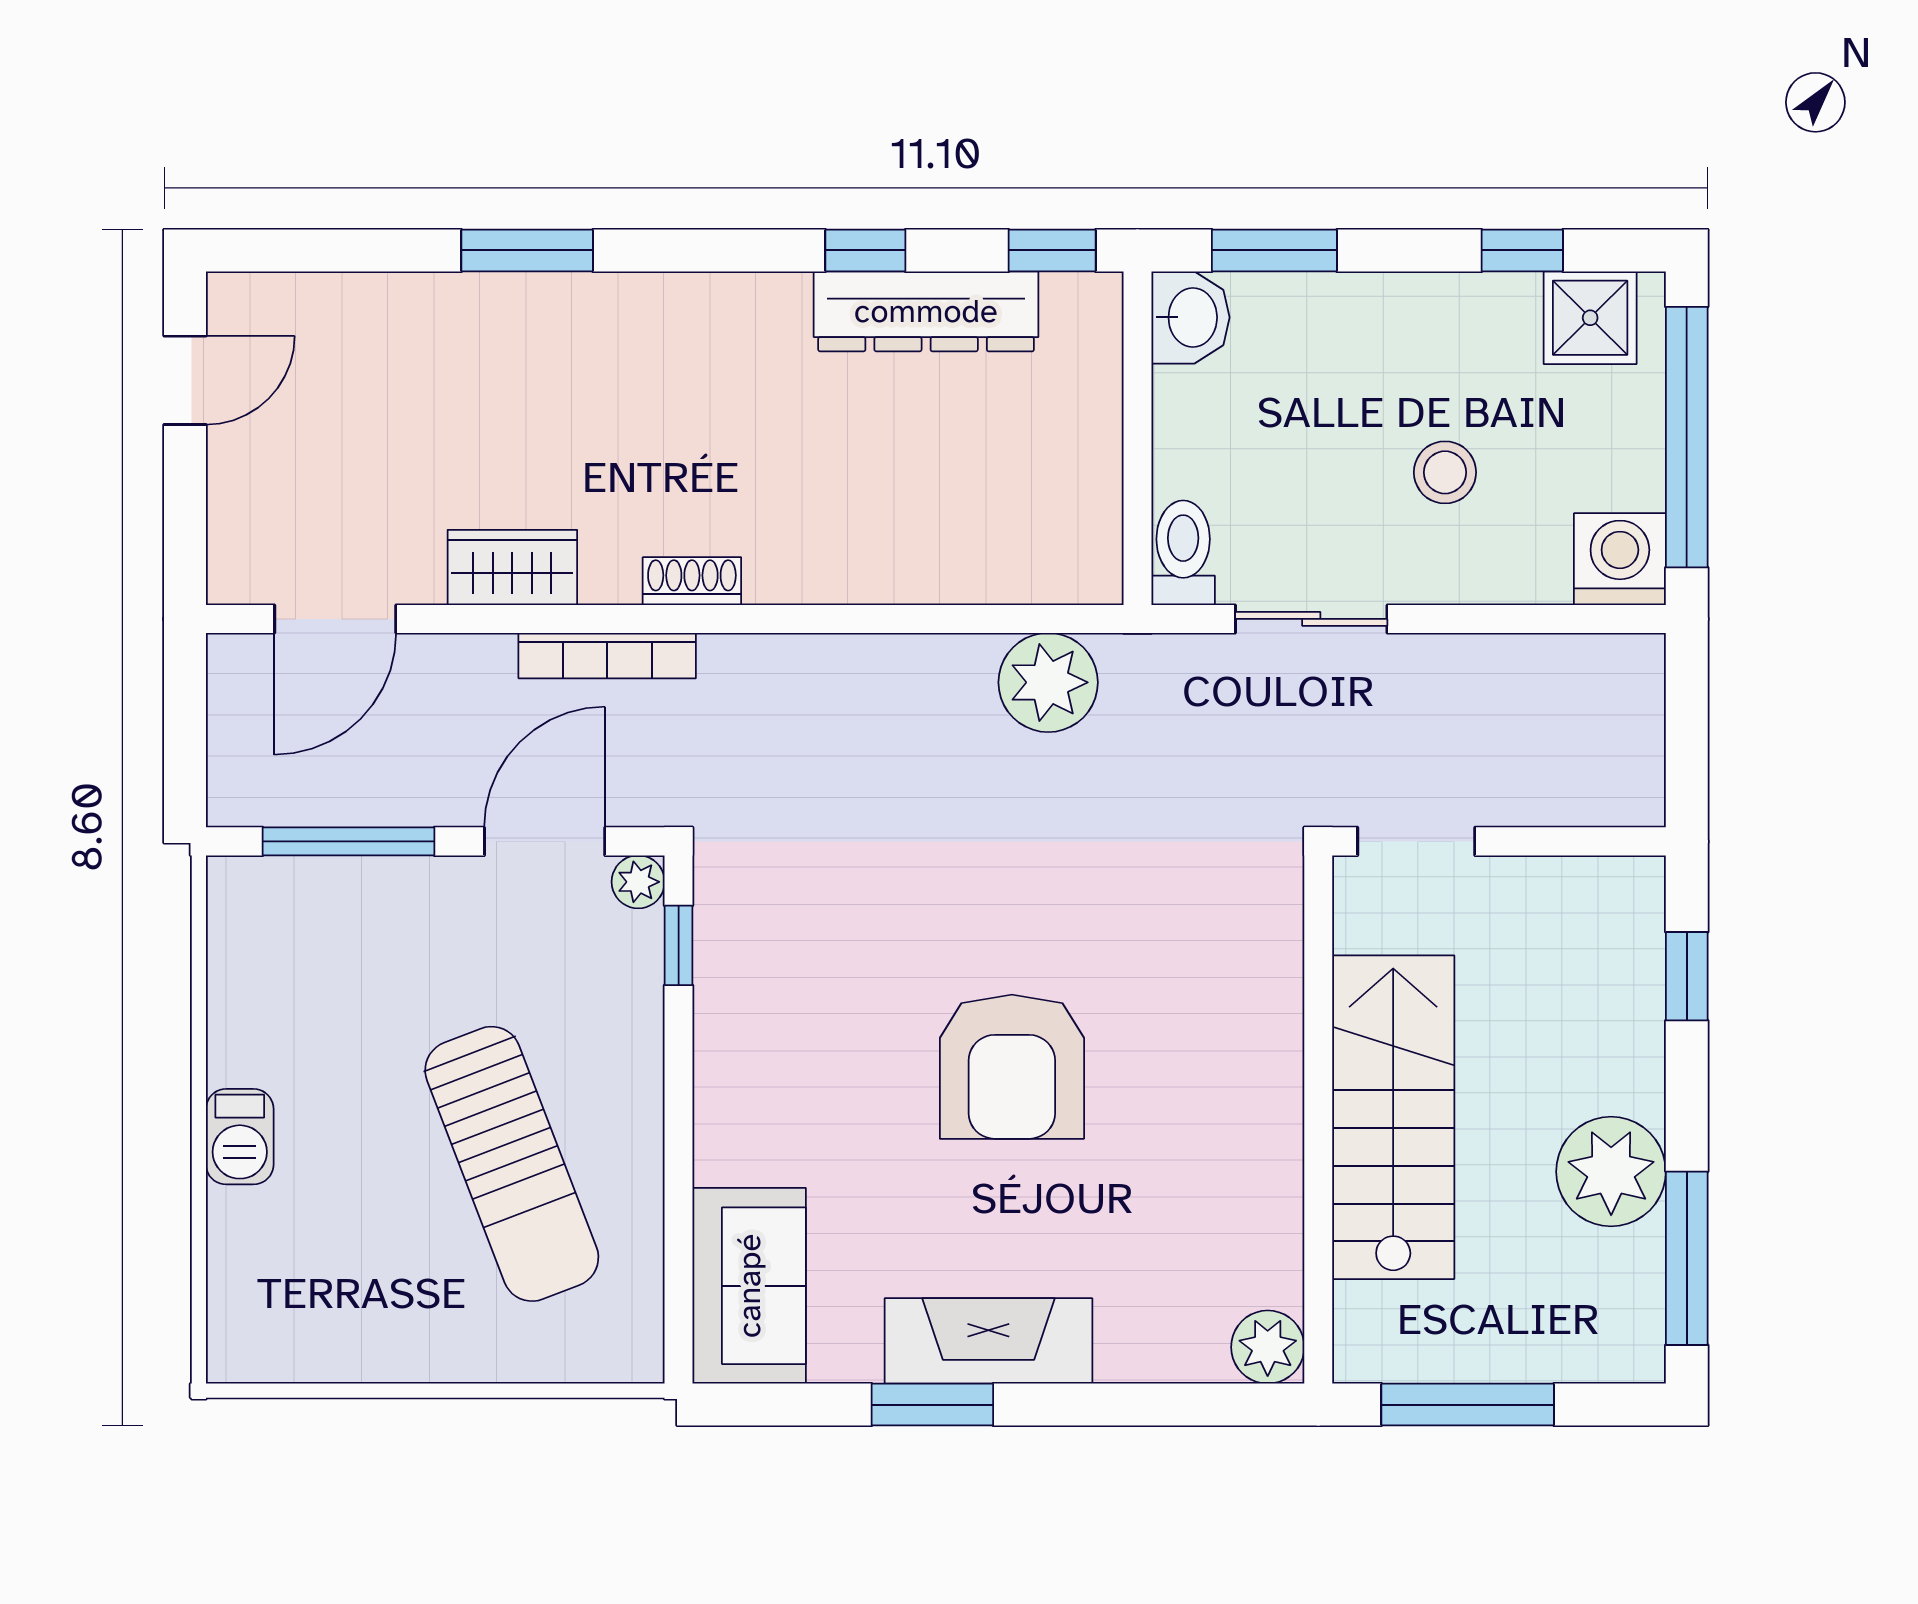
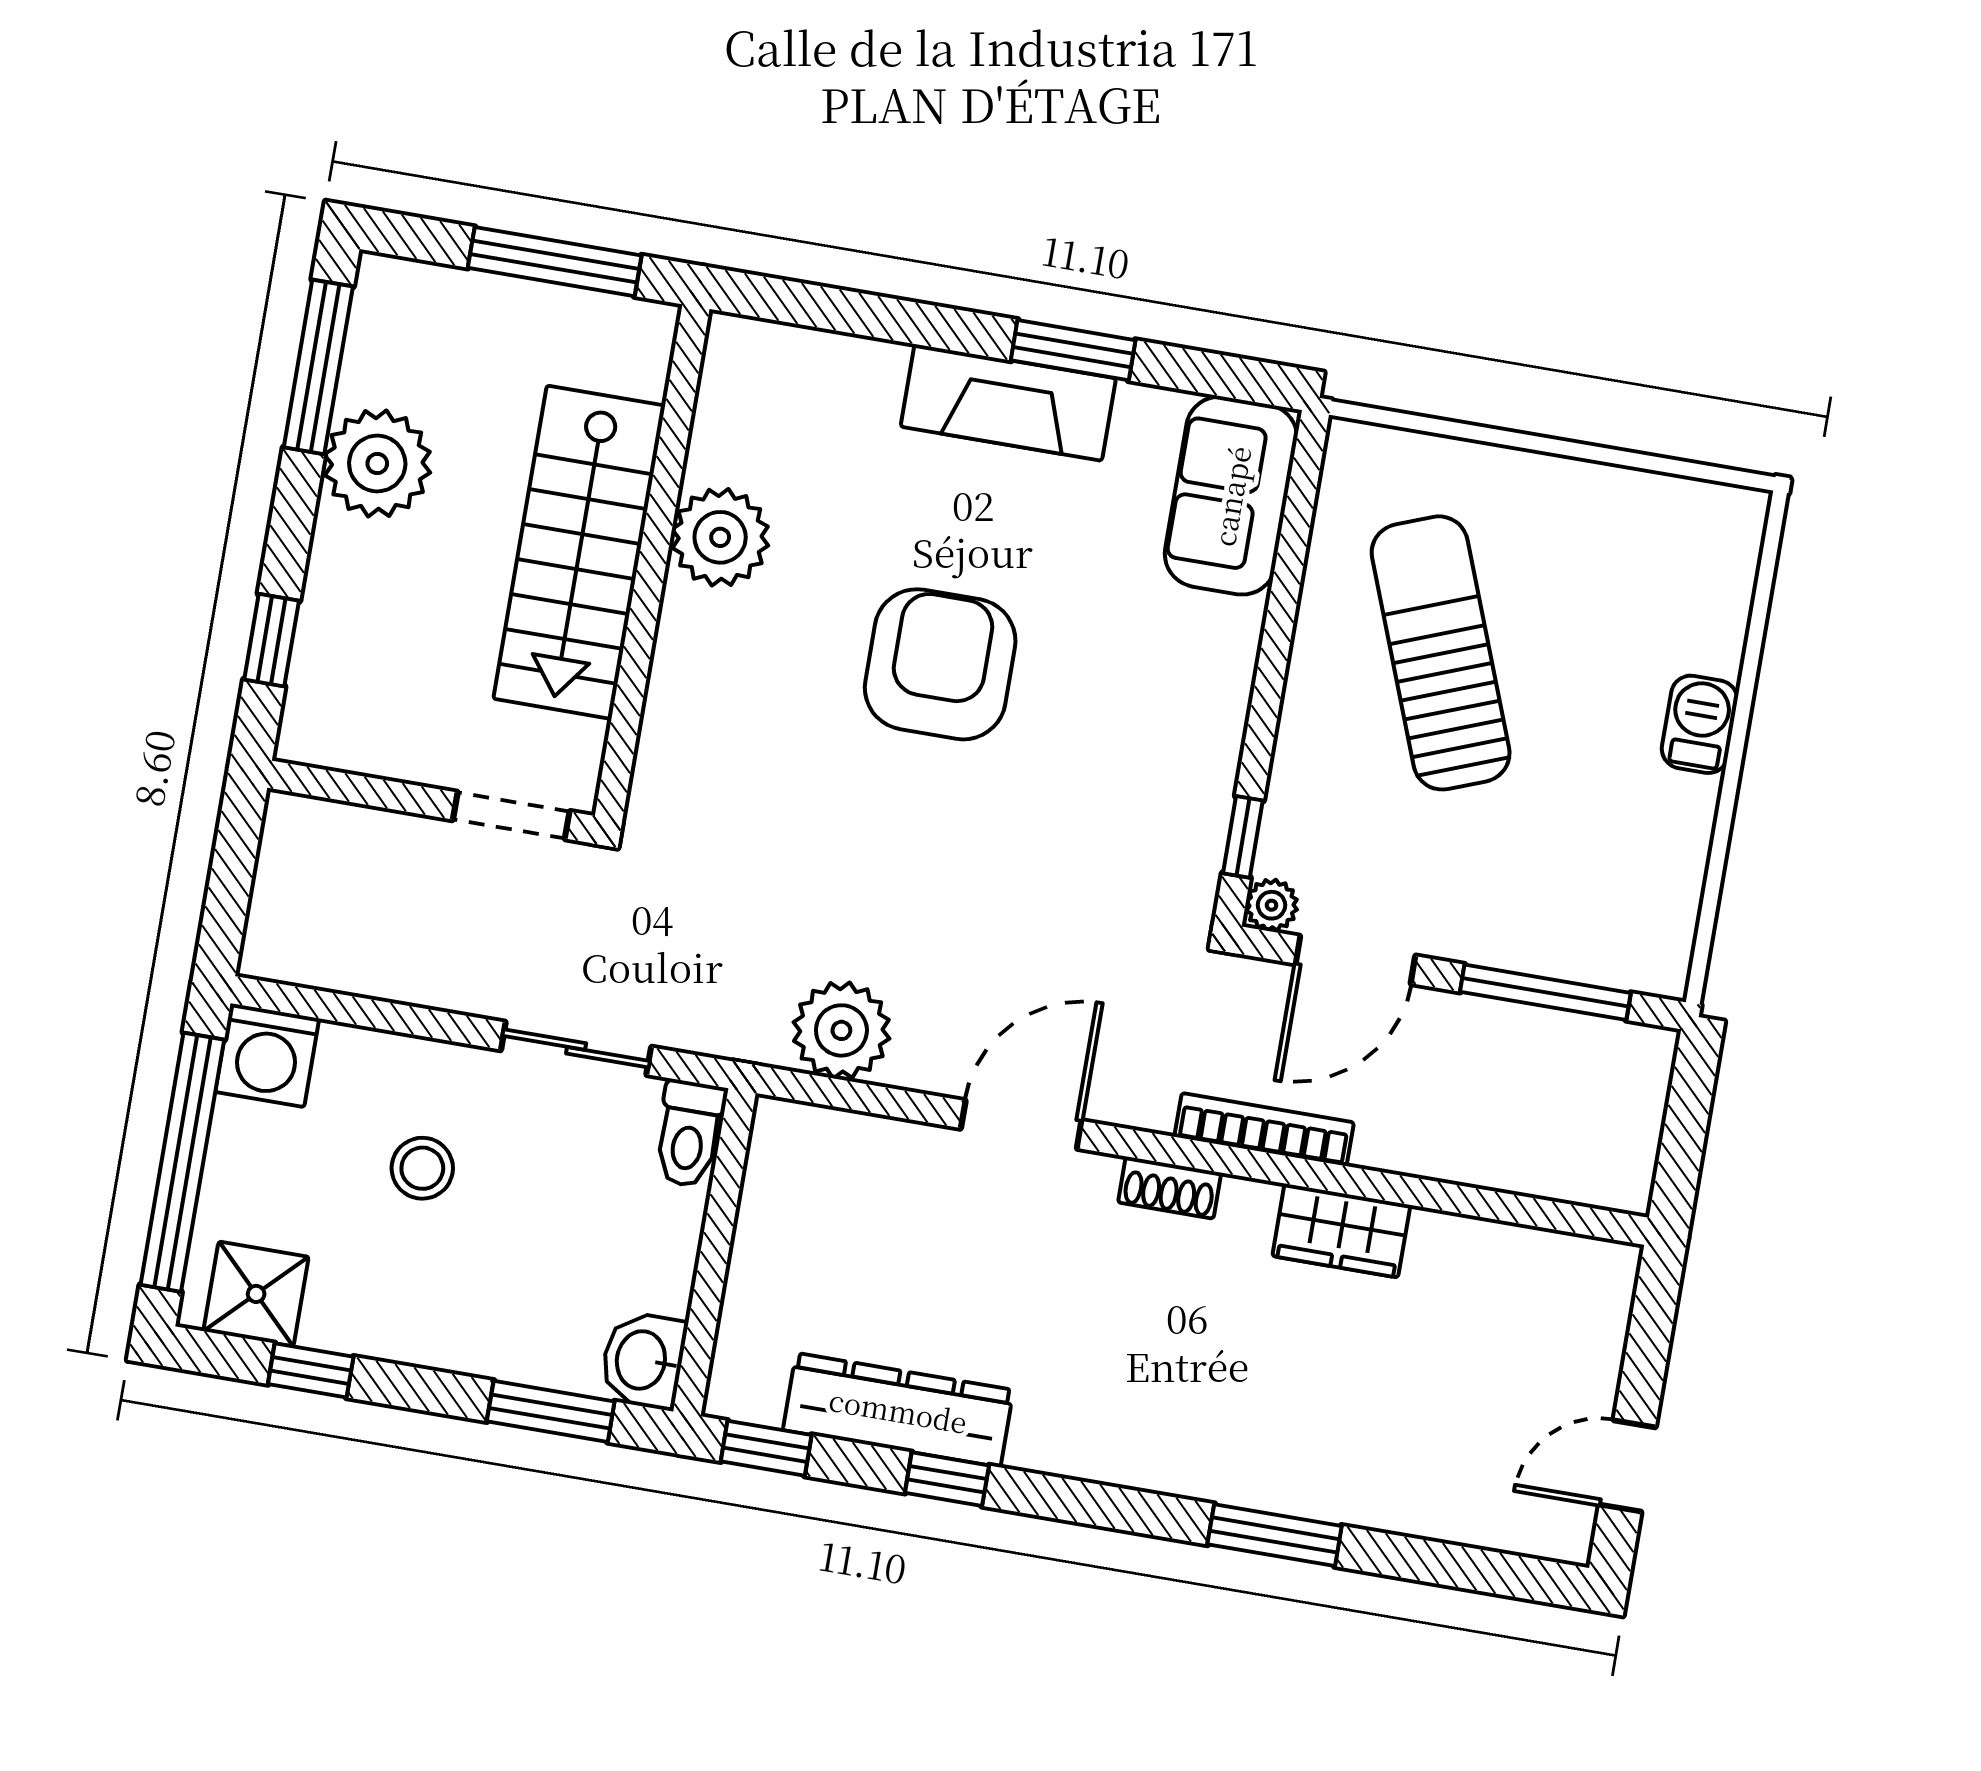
door: (335, 619) -> (1021, 1124), moved
plant: (1268, 1347) -> (720, 537), moved, width x1.36, depth x1.36

